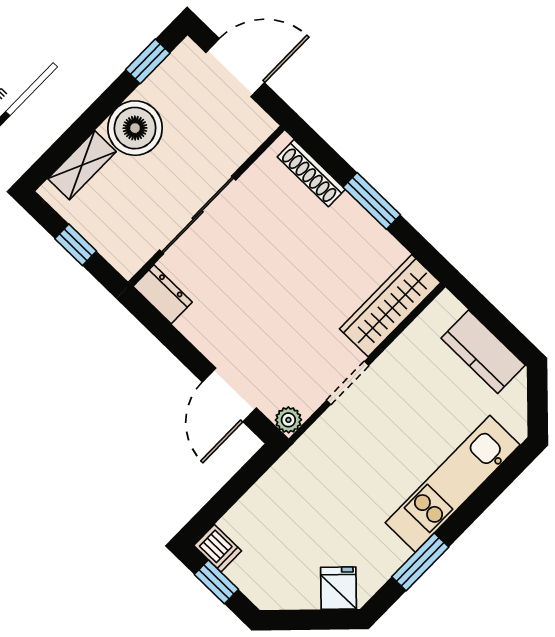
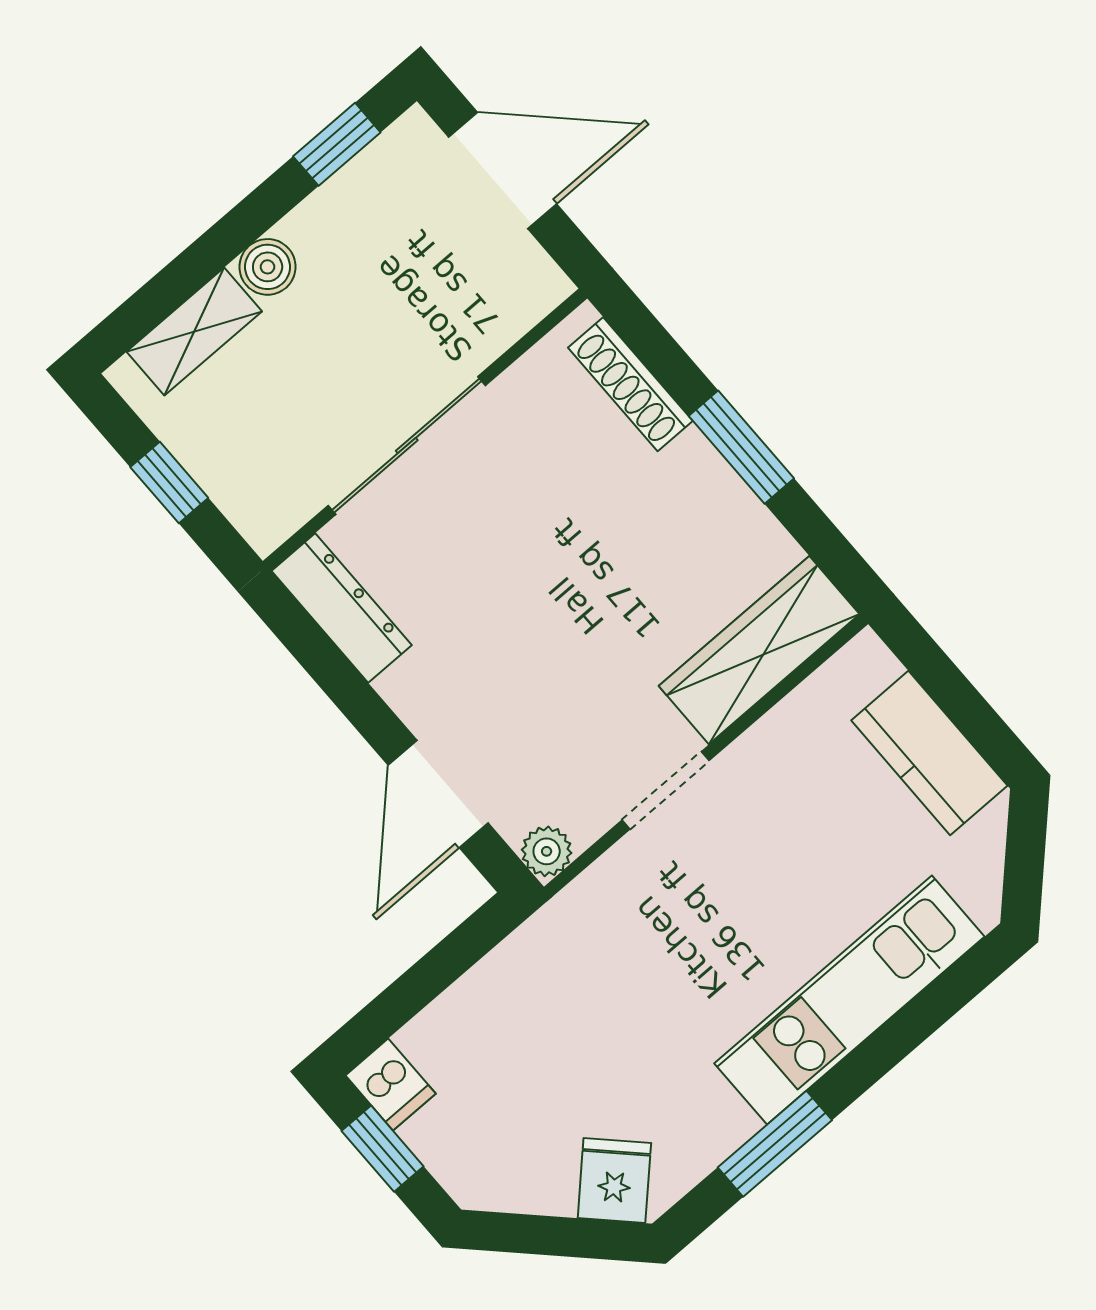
boiler: (135, 128) -> (268, 267), width x0.54, depth x0.54
dresser: (163, 294) -> (342, 608), width x1.44

